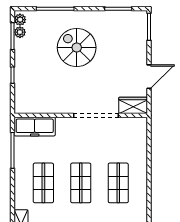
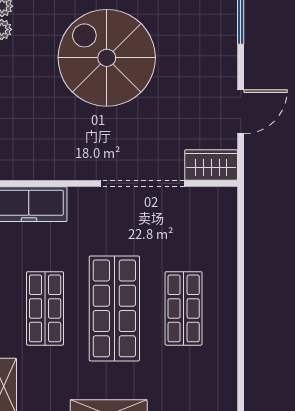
spiral stairs: (77, 48) -> (107, 58), width x1.37, depth x1.37
shop shelf: (81, 183) -> (114, 308), width x1.43, depth x1.36

